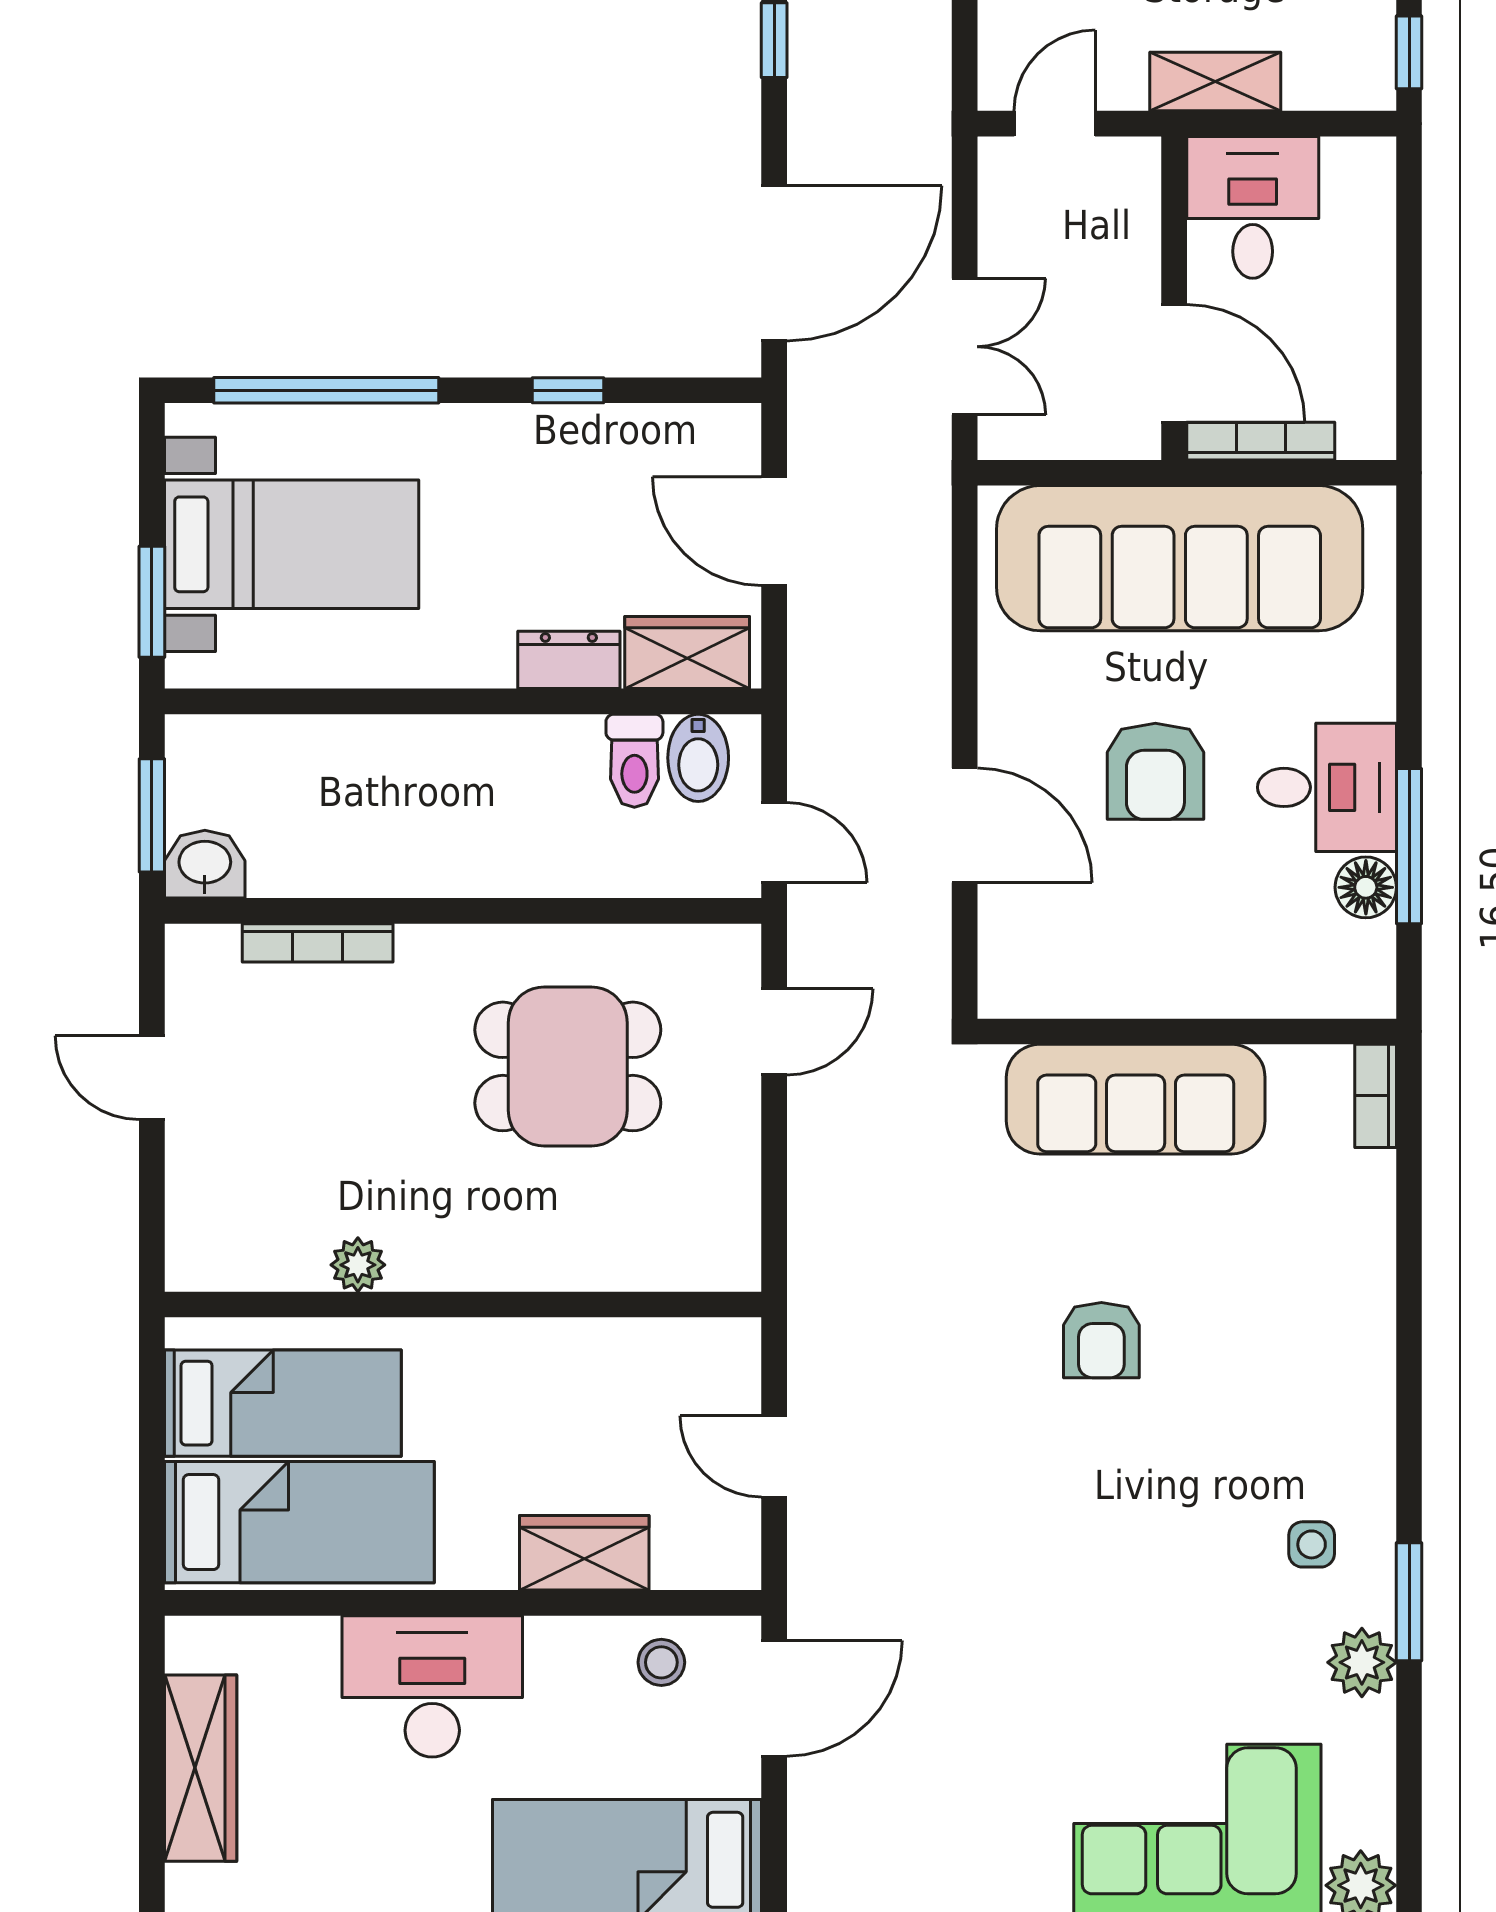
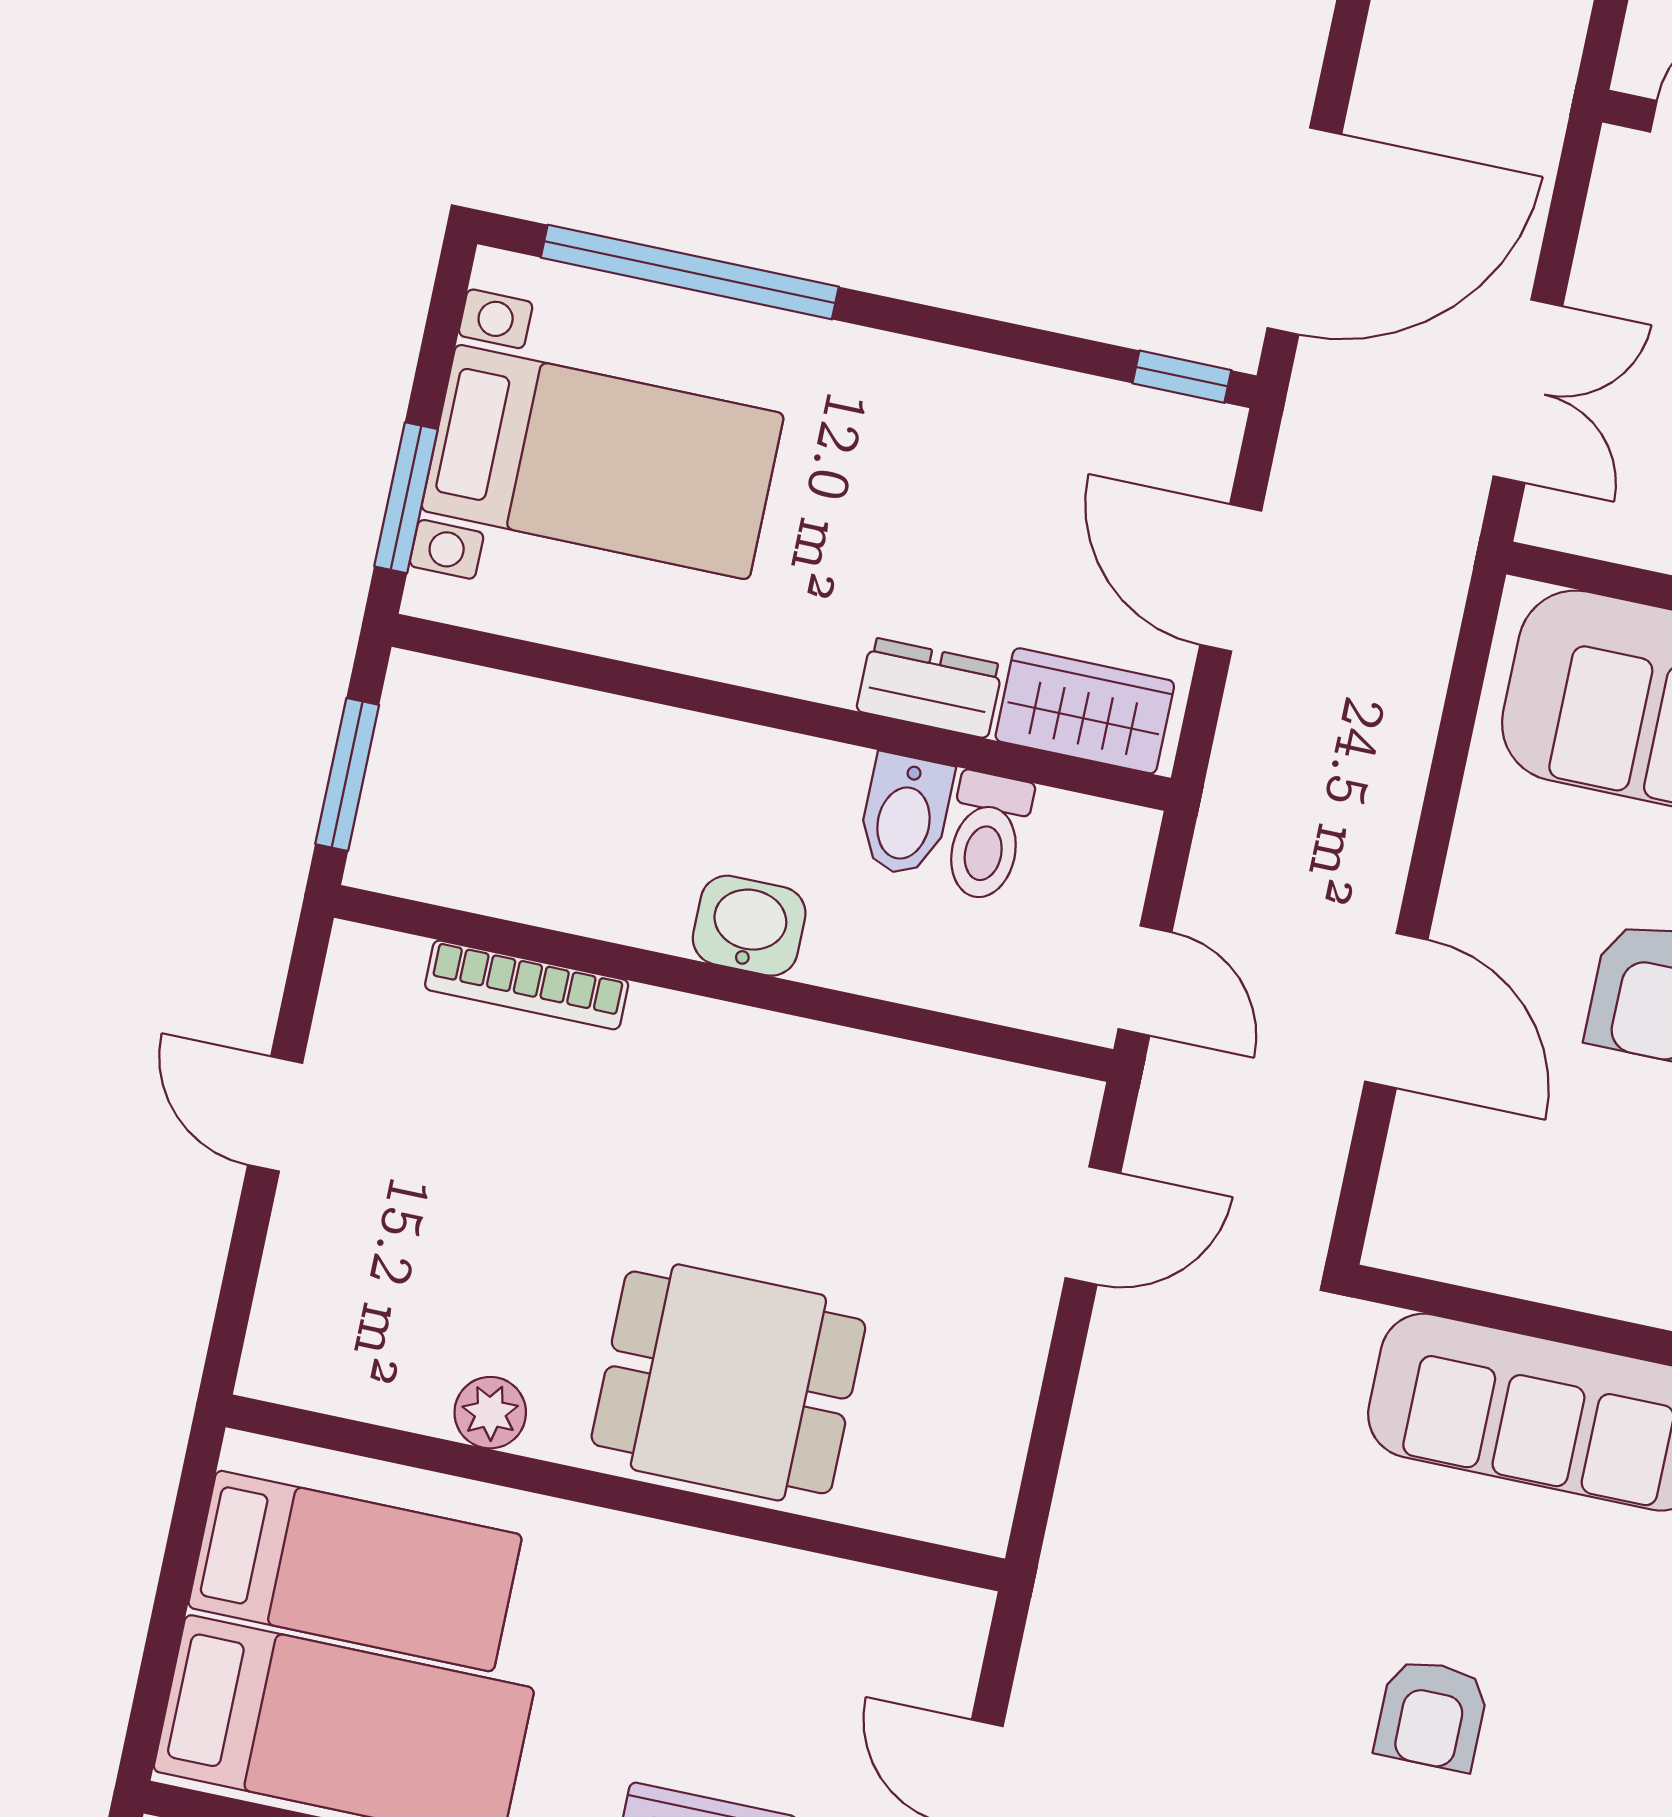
window: (568, 390) -> (1182, 377), moved
bidet: (698, 758) -> (905, 815), moved
washbasin: (205, 864) -> (749, 926), moved
dining table: (568, 1066) -> (728, 1382), moved

